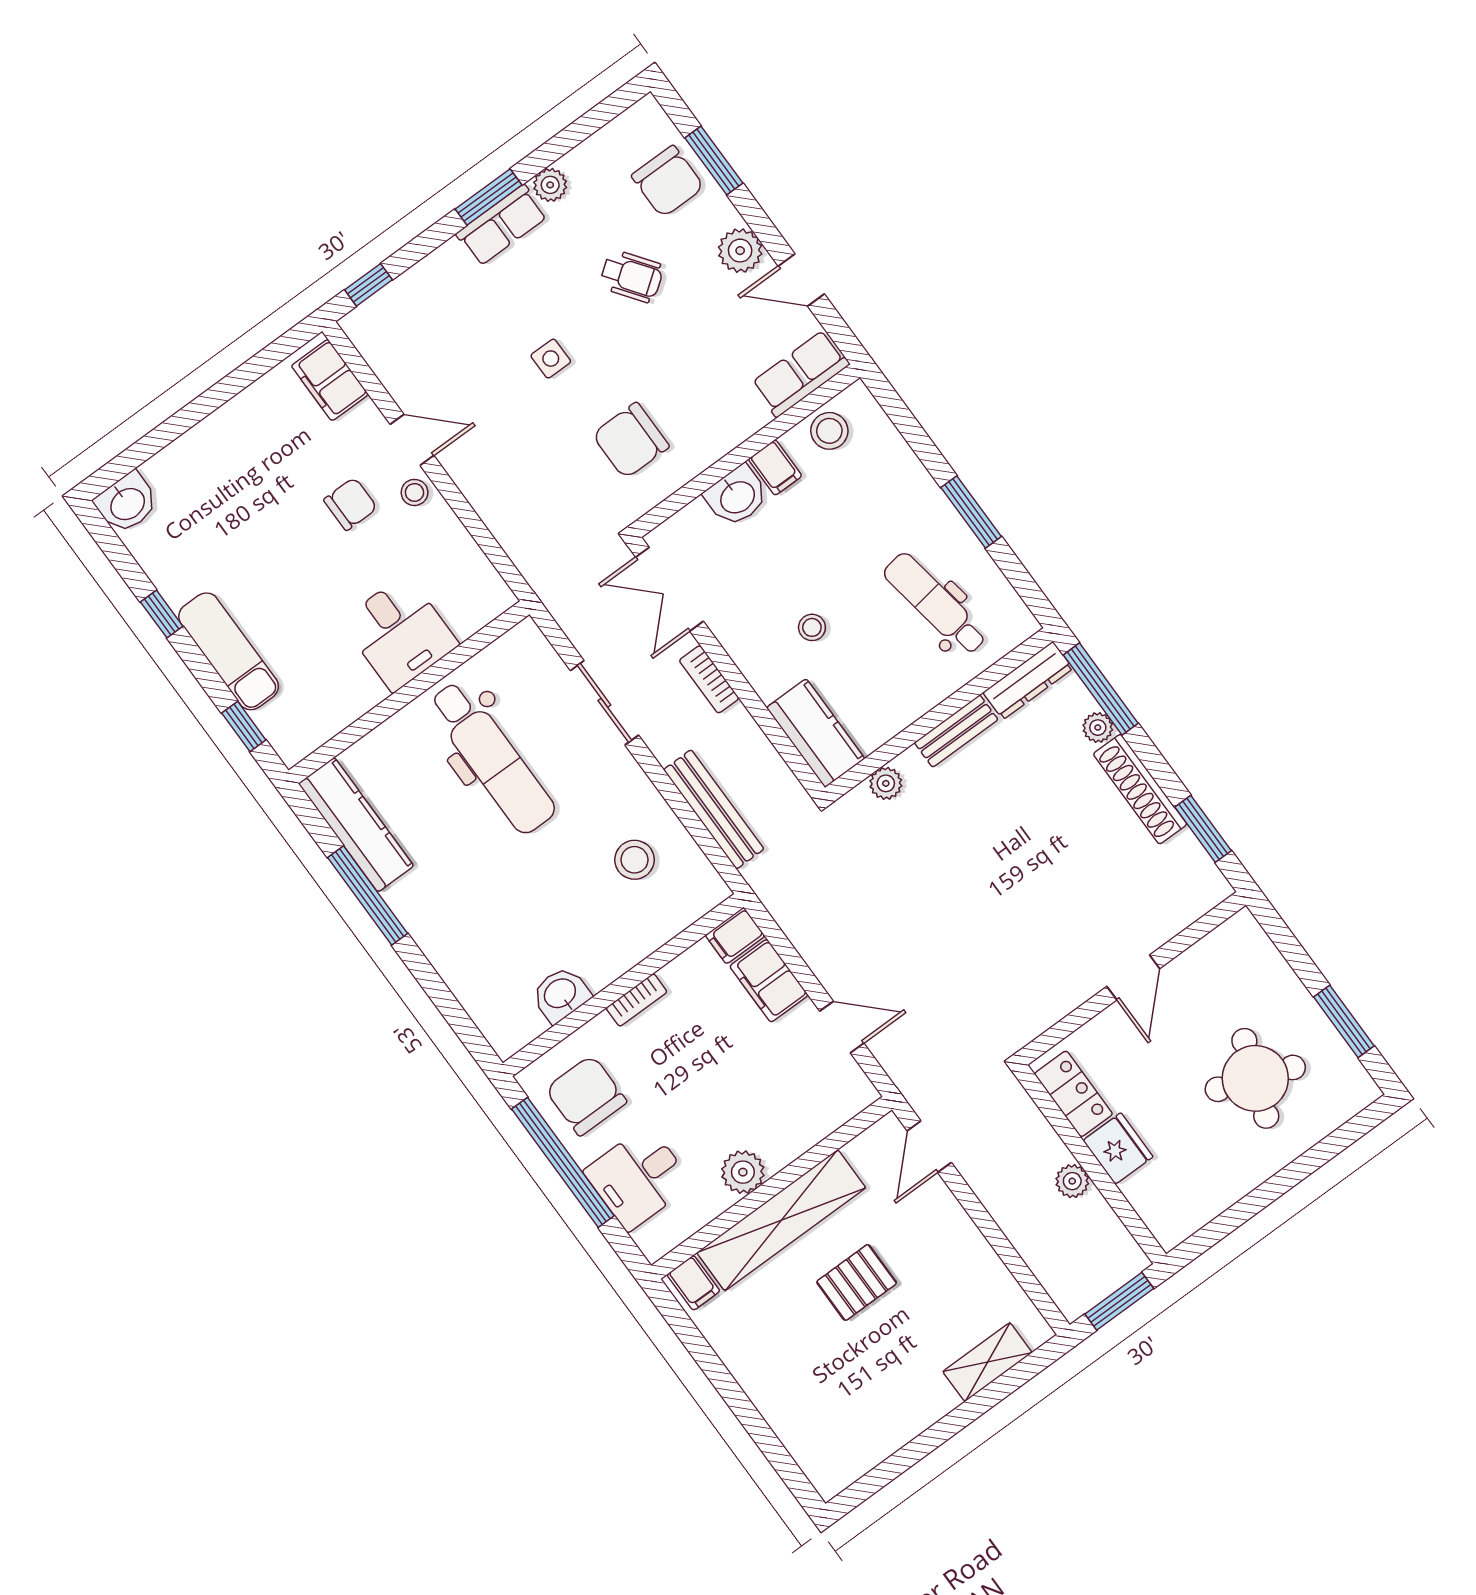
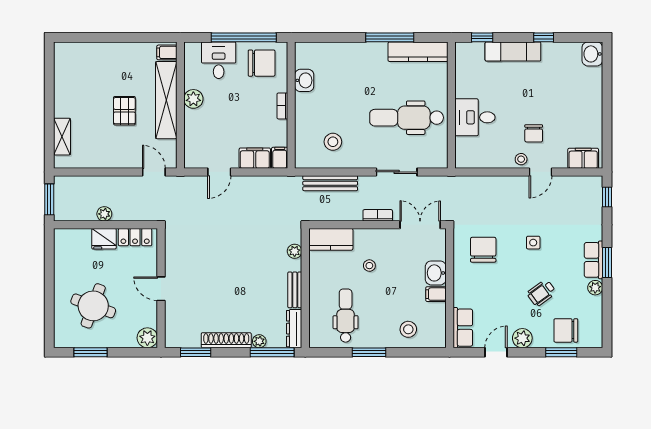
stool: (829, 431) -> (408, 329), moved
dental chair: (935, 604) -> (346, 316), turned -81
plant: (1241, 937) -> (147, 338), added

